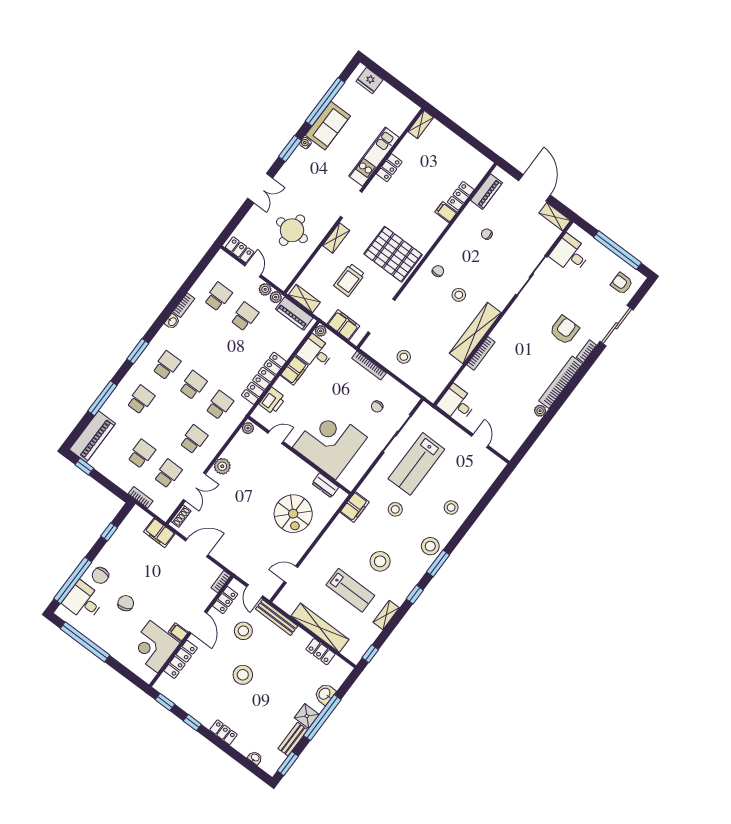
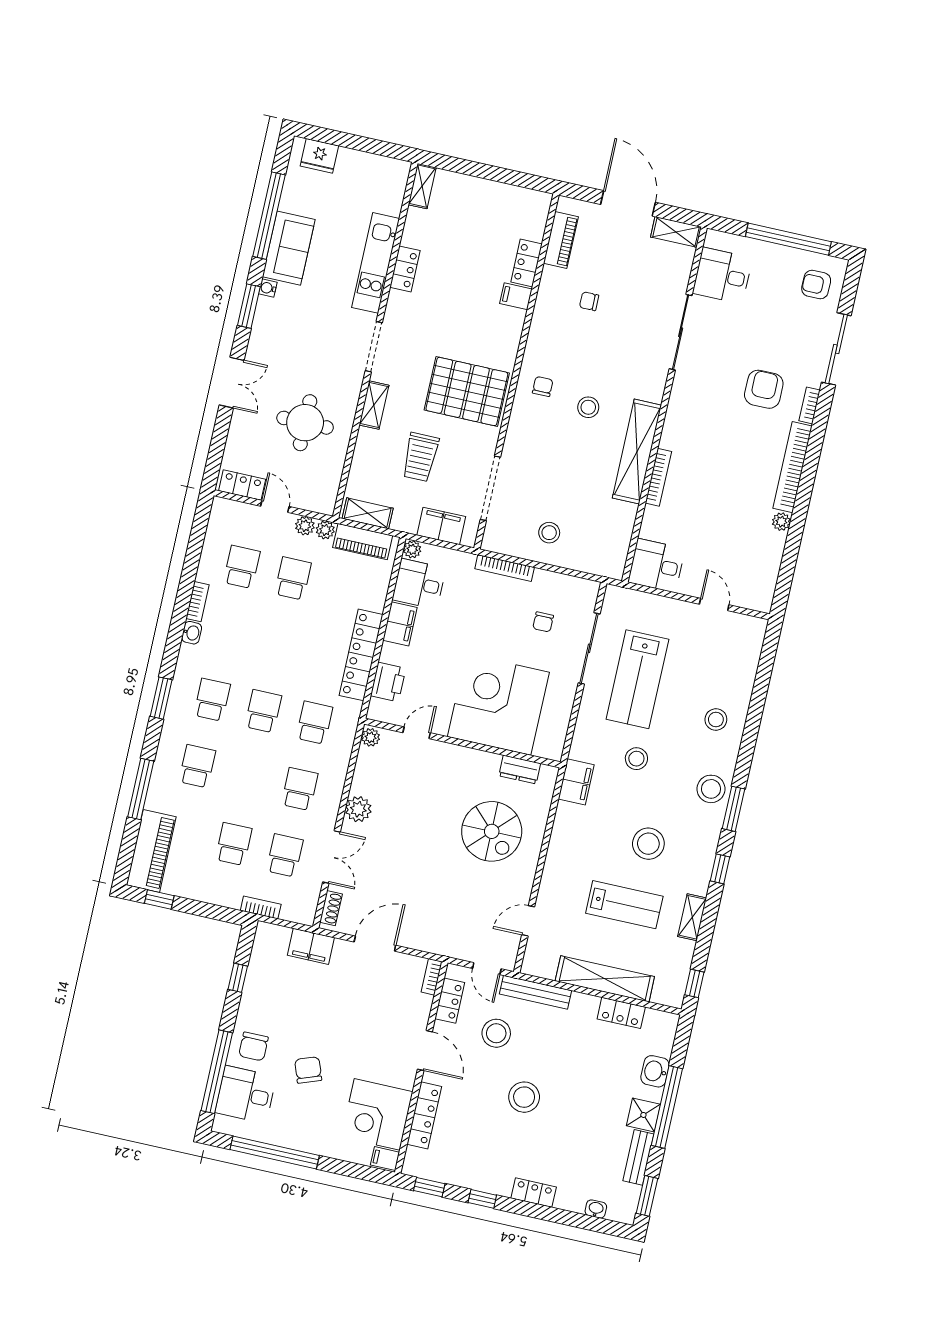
filing cabinet: (178, 632) -> (385, 1159), moved

